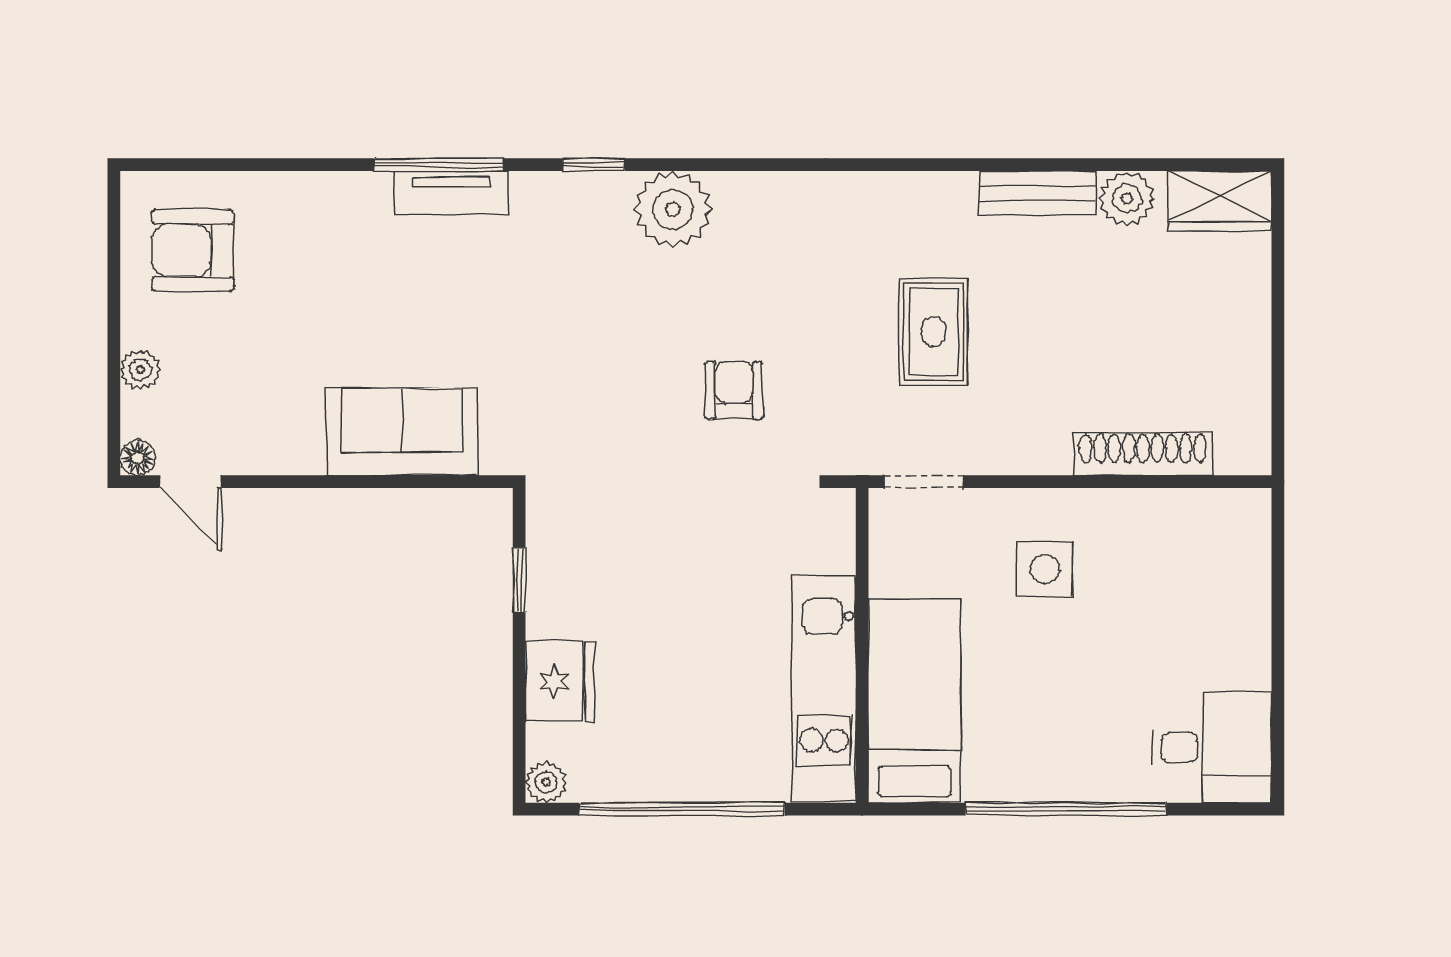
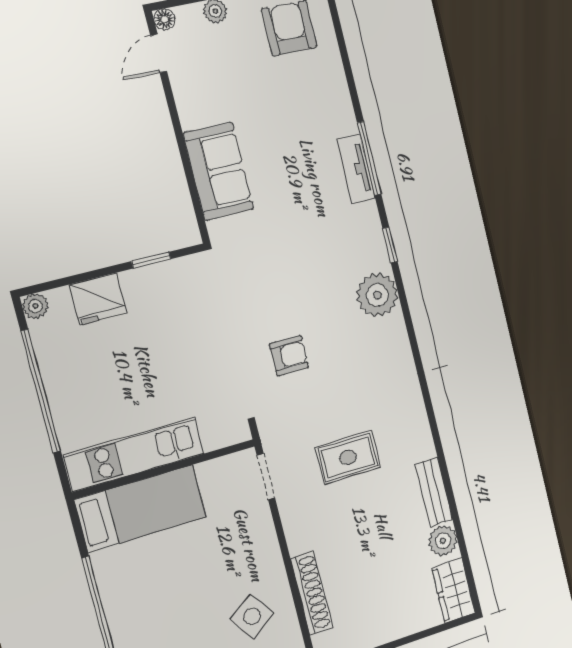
side table: (1045, 569) -> (252, 616), moved, turned -35

